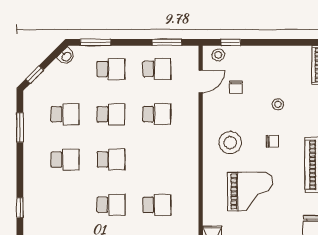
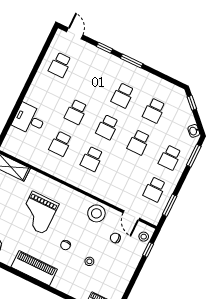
school desk: (157, 114) -> (92, 159), moved
window: (20, 127) -> (132, 61), moved
stool: (230, 143) -> (96, 213), moved

